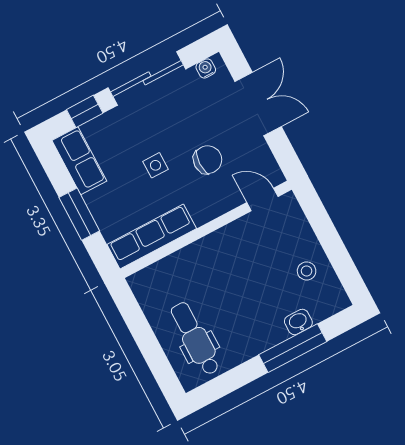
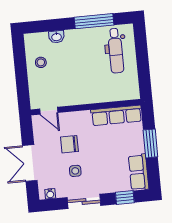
sliding door: (147, 78) -> (84, 201), width x0.73
side table: (155, 165) -> (75, 171), moved
window: (293, 348) -> (94, 21), moved

